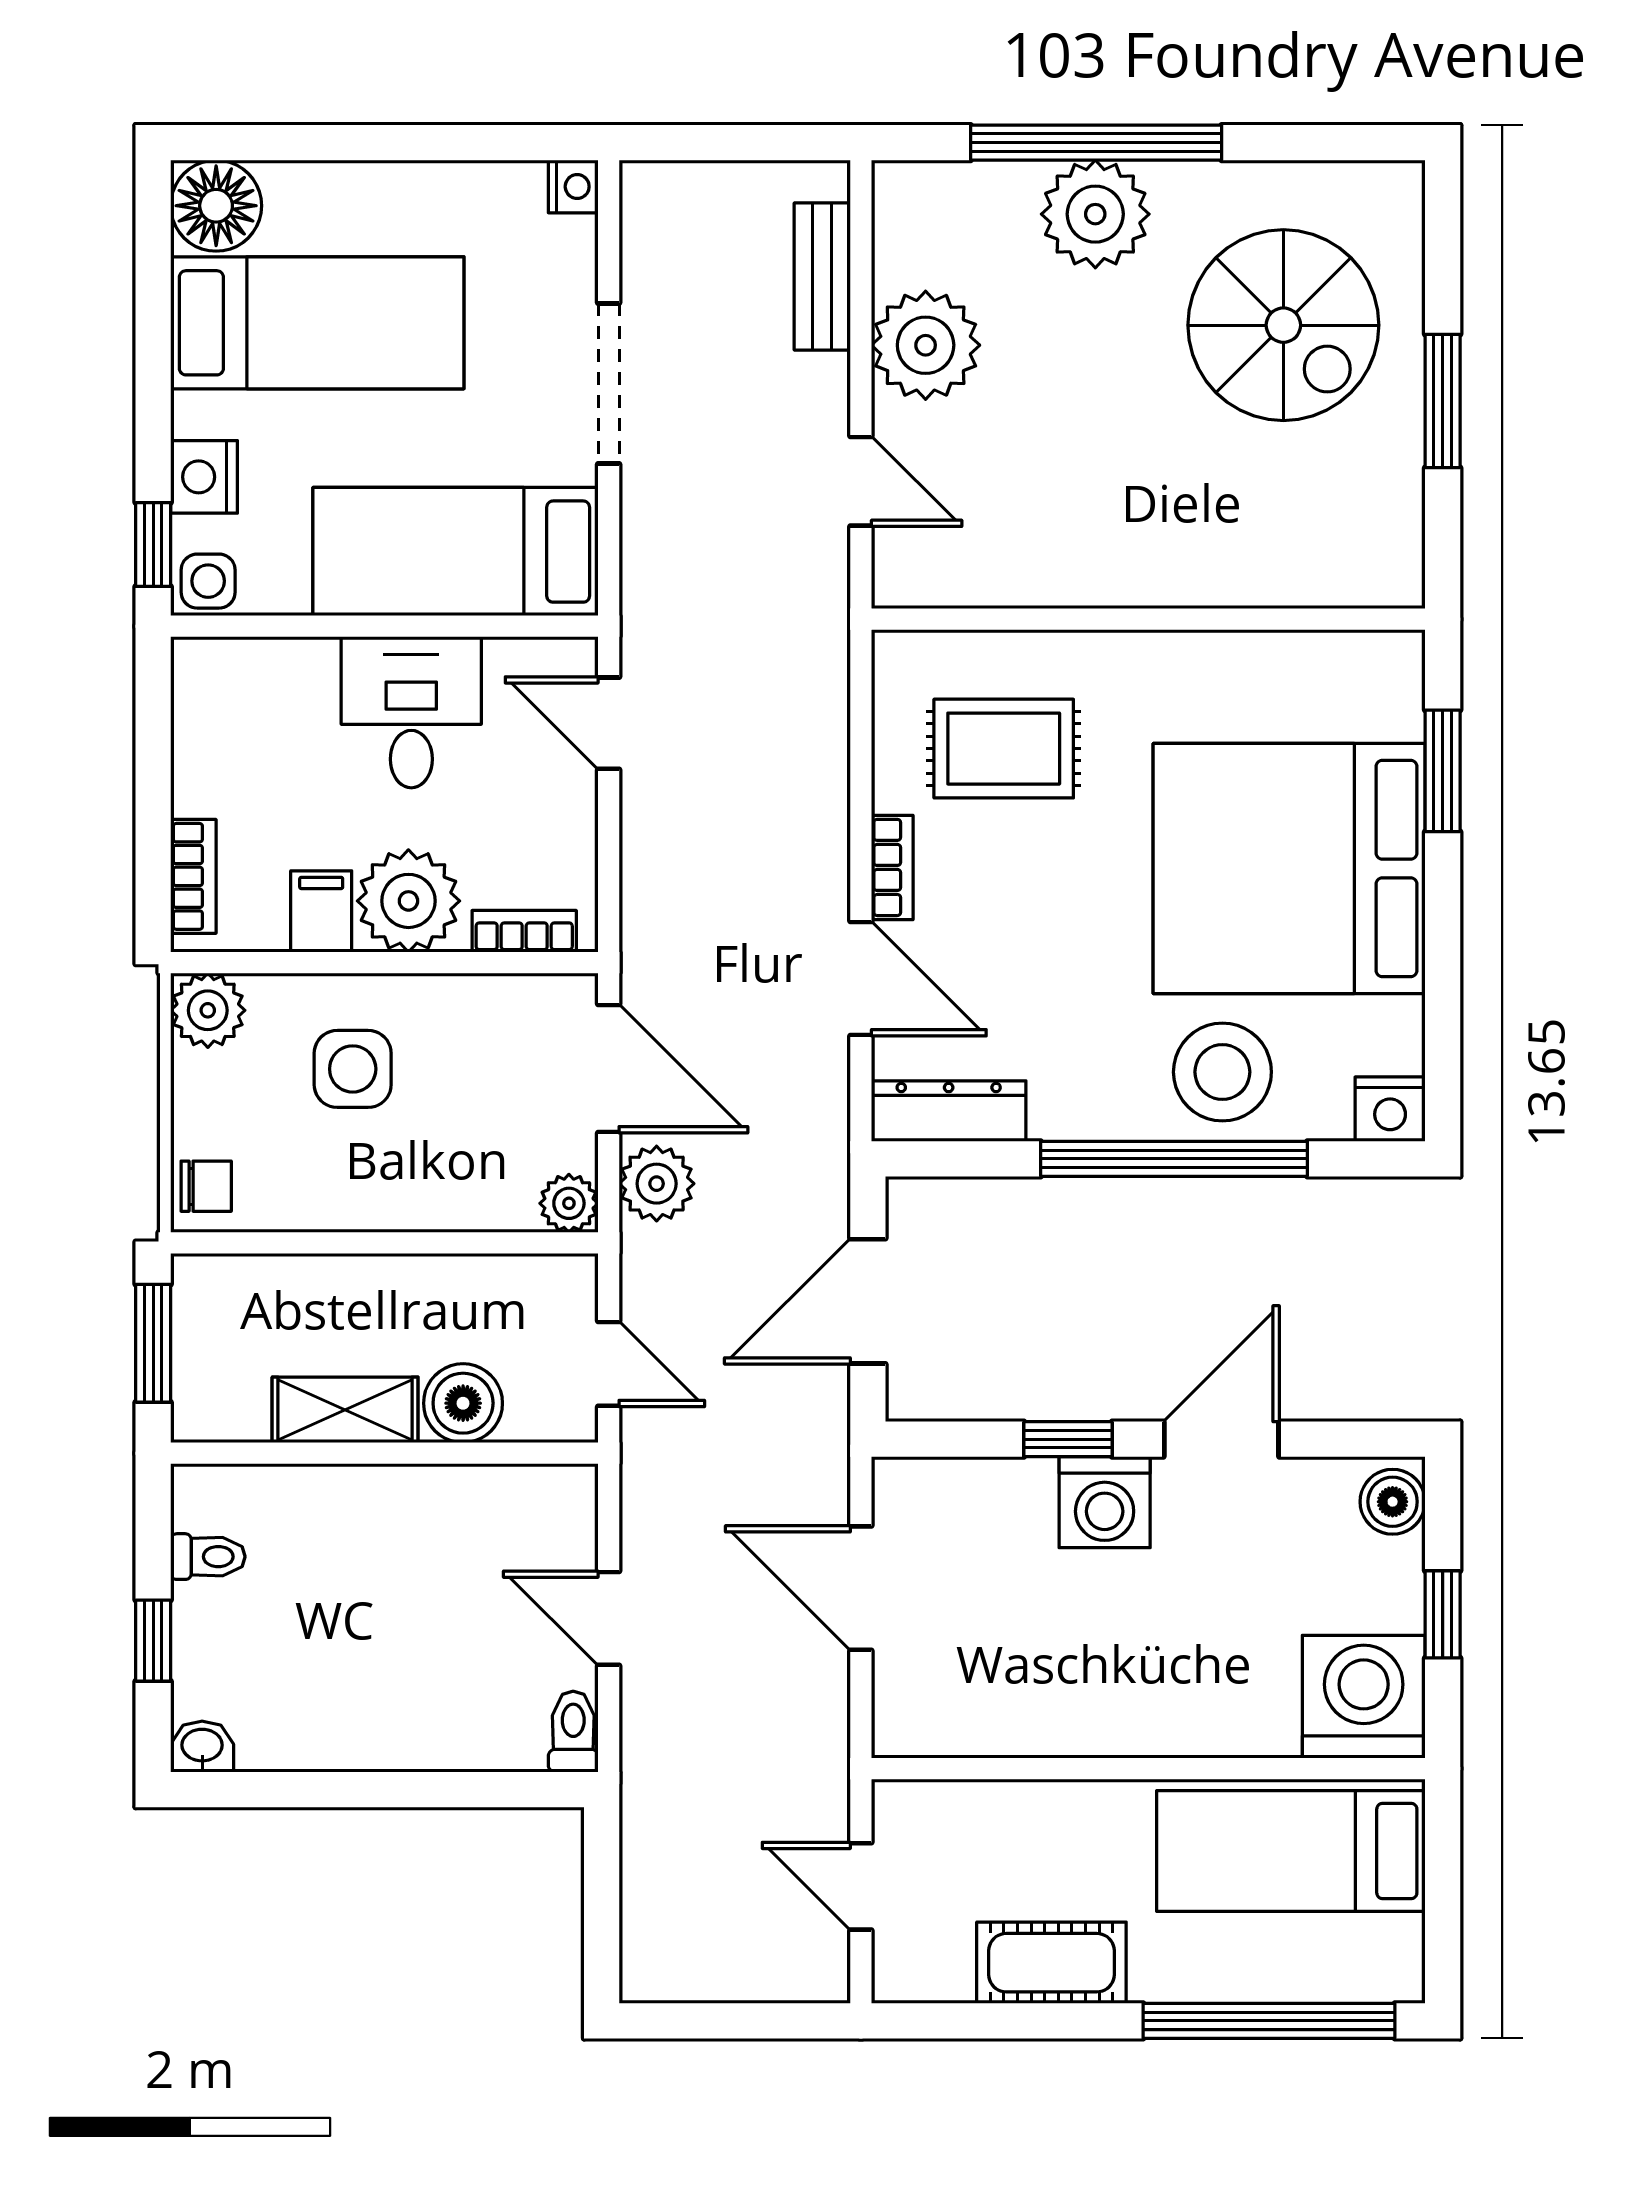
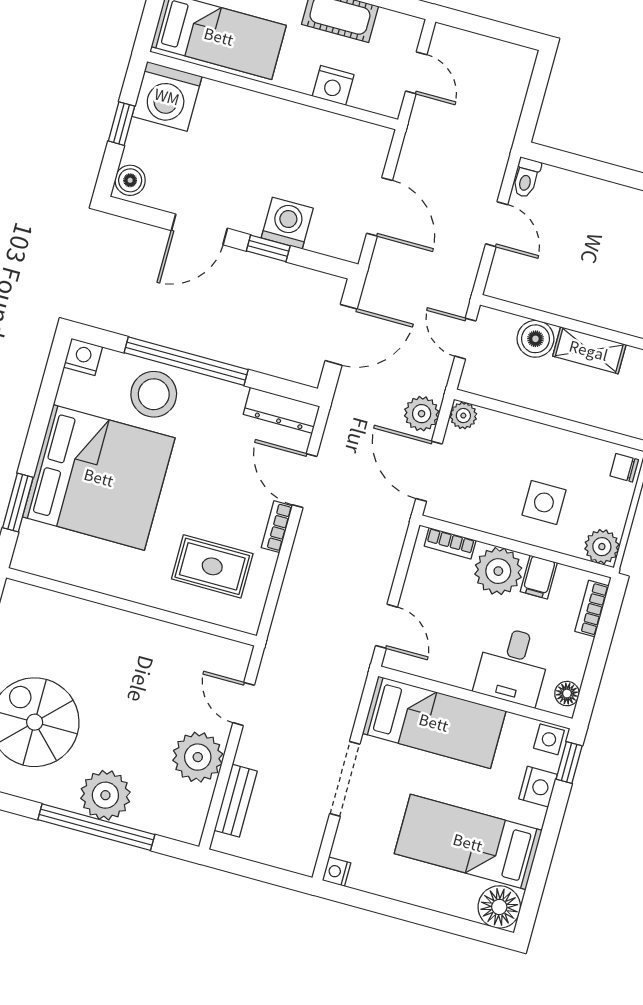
floor lamp: (197, 686) -> (567, 694), added
desk: (411, 712) -> (513, 666), moved
washing machine: (1105, 1502) -> (287, 223), moved
nightstand: (1026, 1813) -> (333, 85), added

